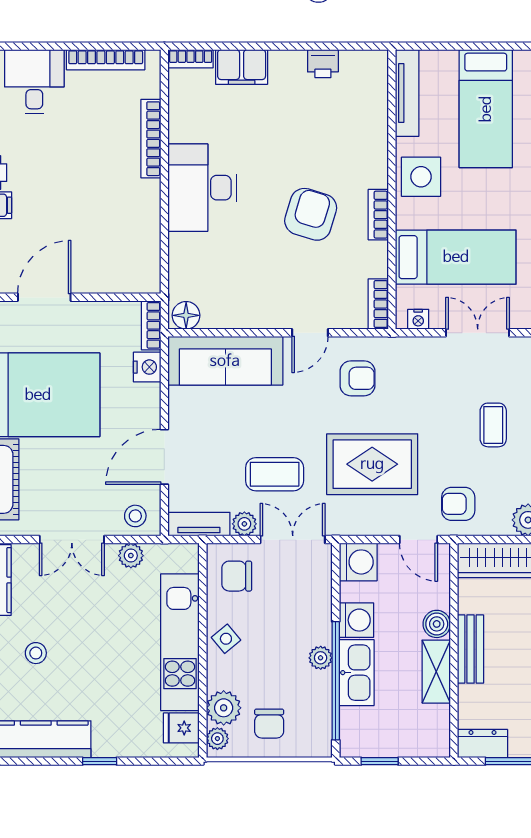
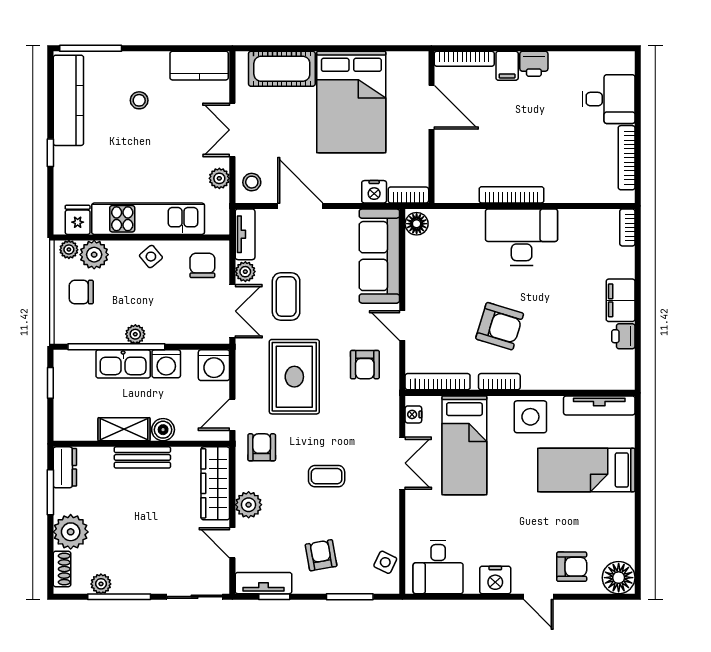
filing cabinet: (242, 67) -> (621, 300), moved
bookcase: (151, 139) -> (511, 195), moved
bookcase: (378, 304) -> (438, 382), width x1.56

